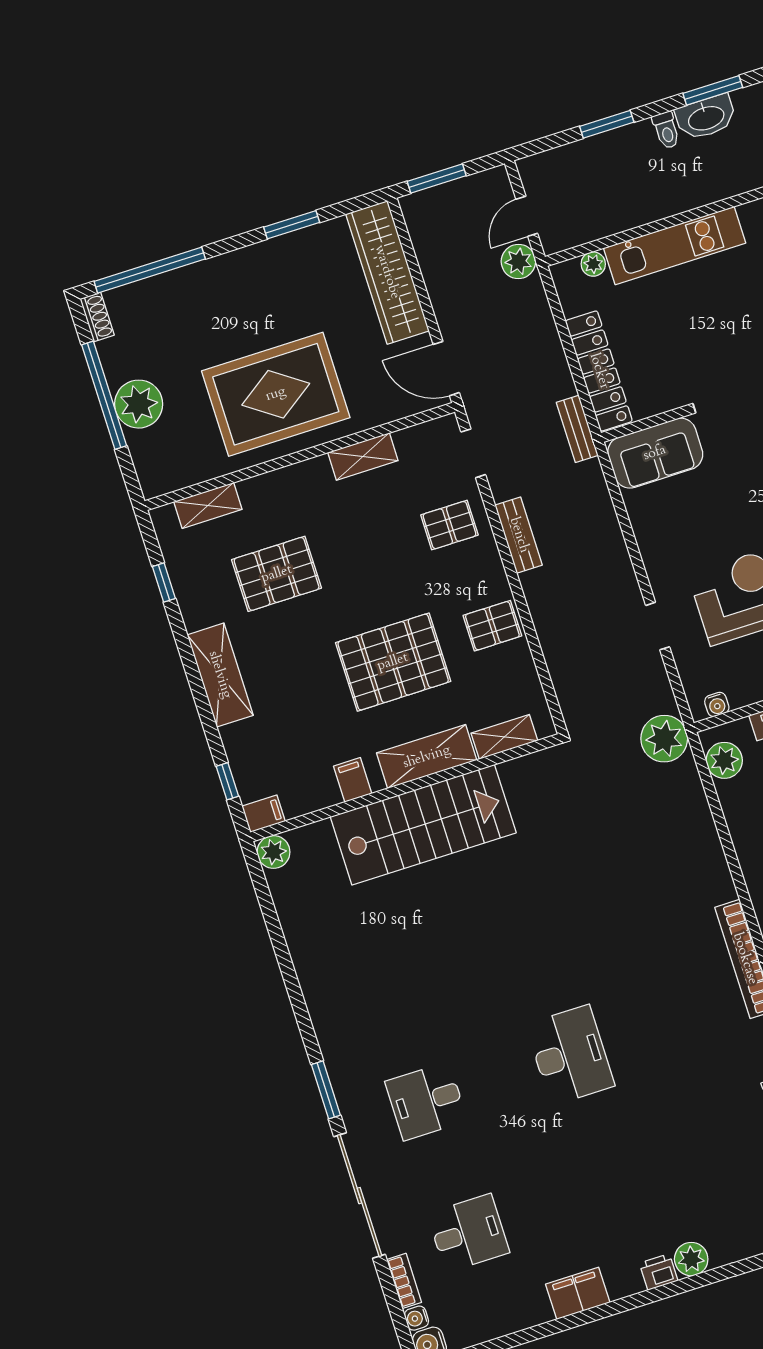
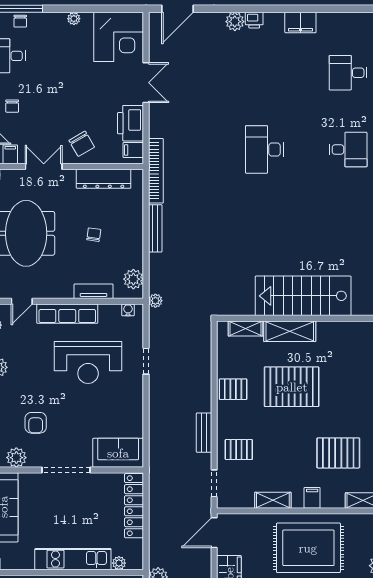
door: (446, 369) -> (214, 533), swing flipped
bench: (577, 429) -> (155, 228), moved, width x1.36
plant: (664, 739) -> (155, 301), width x0.53, depth x0.53
filing cabinet: (353, 780) -> (312, 498), moved, turned 180

